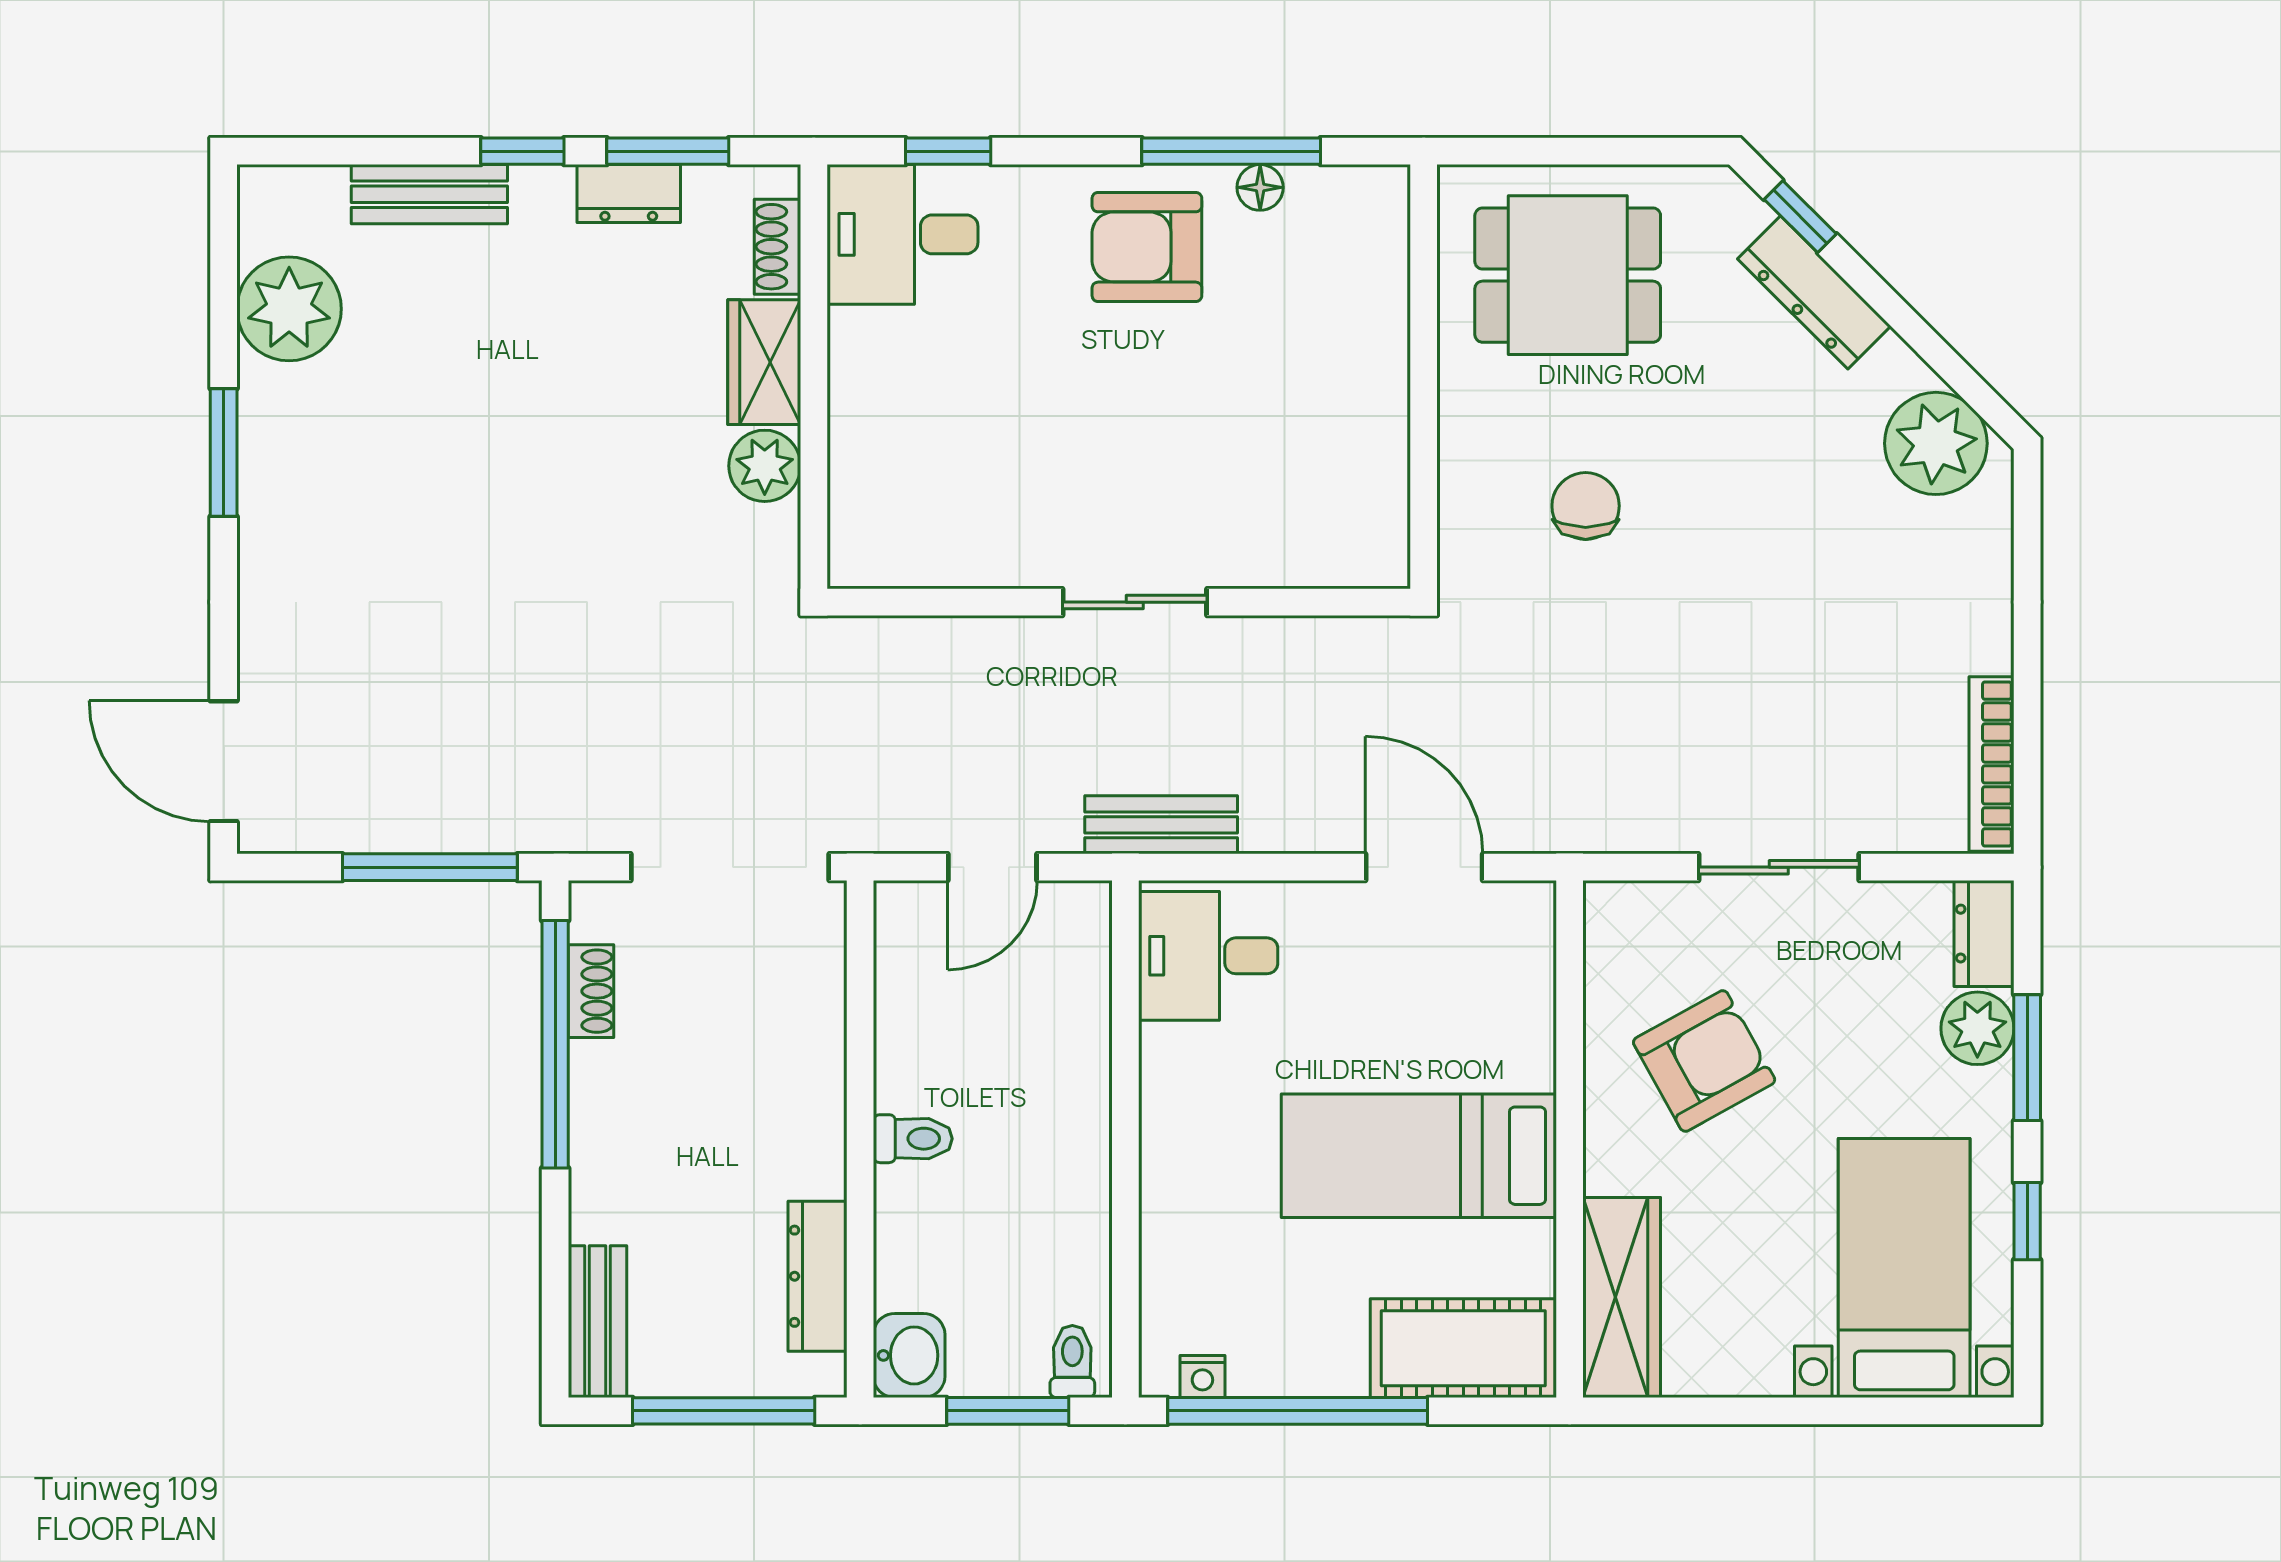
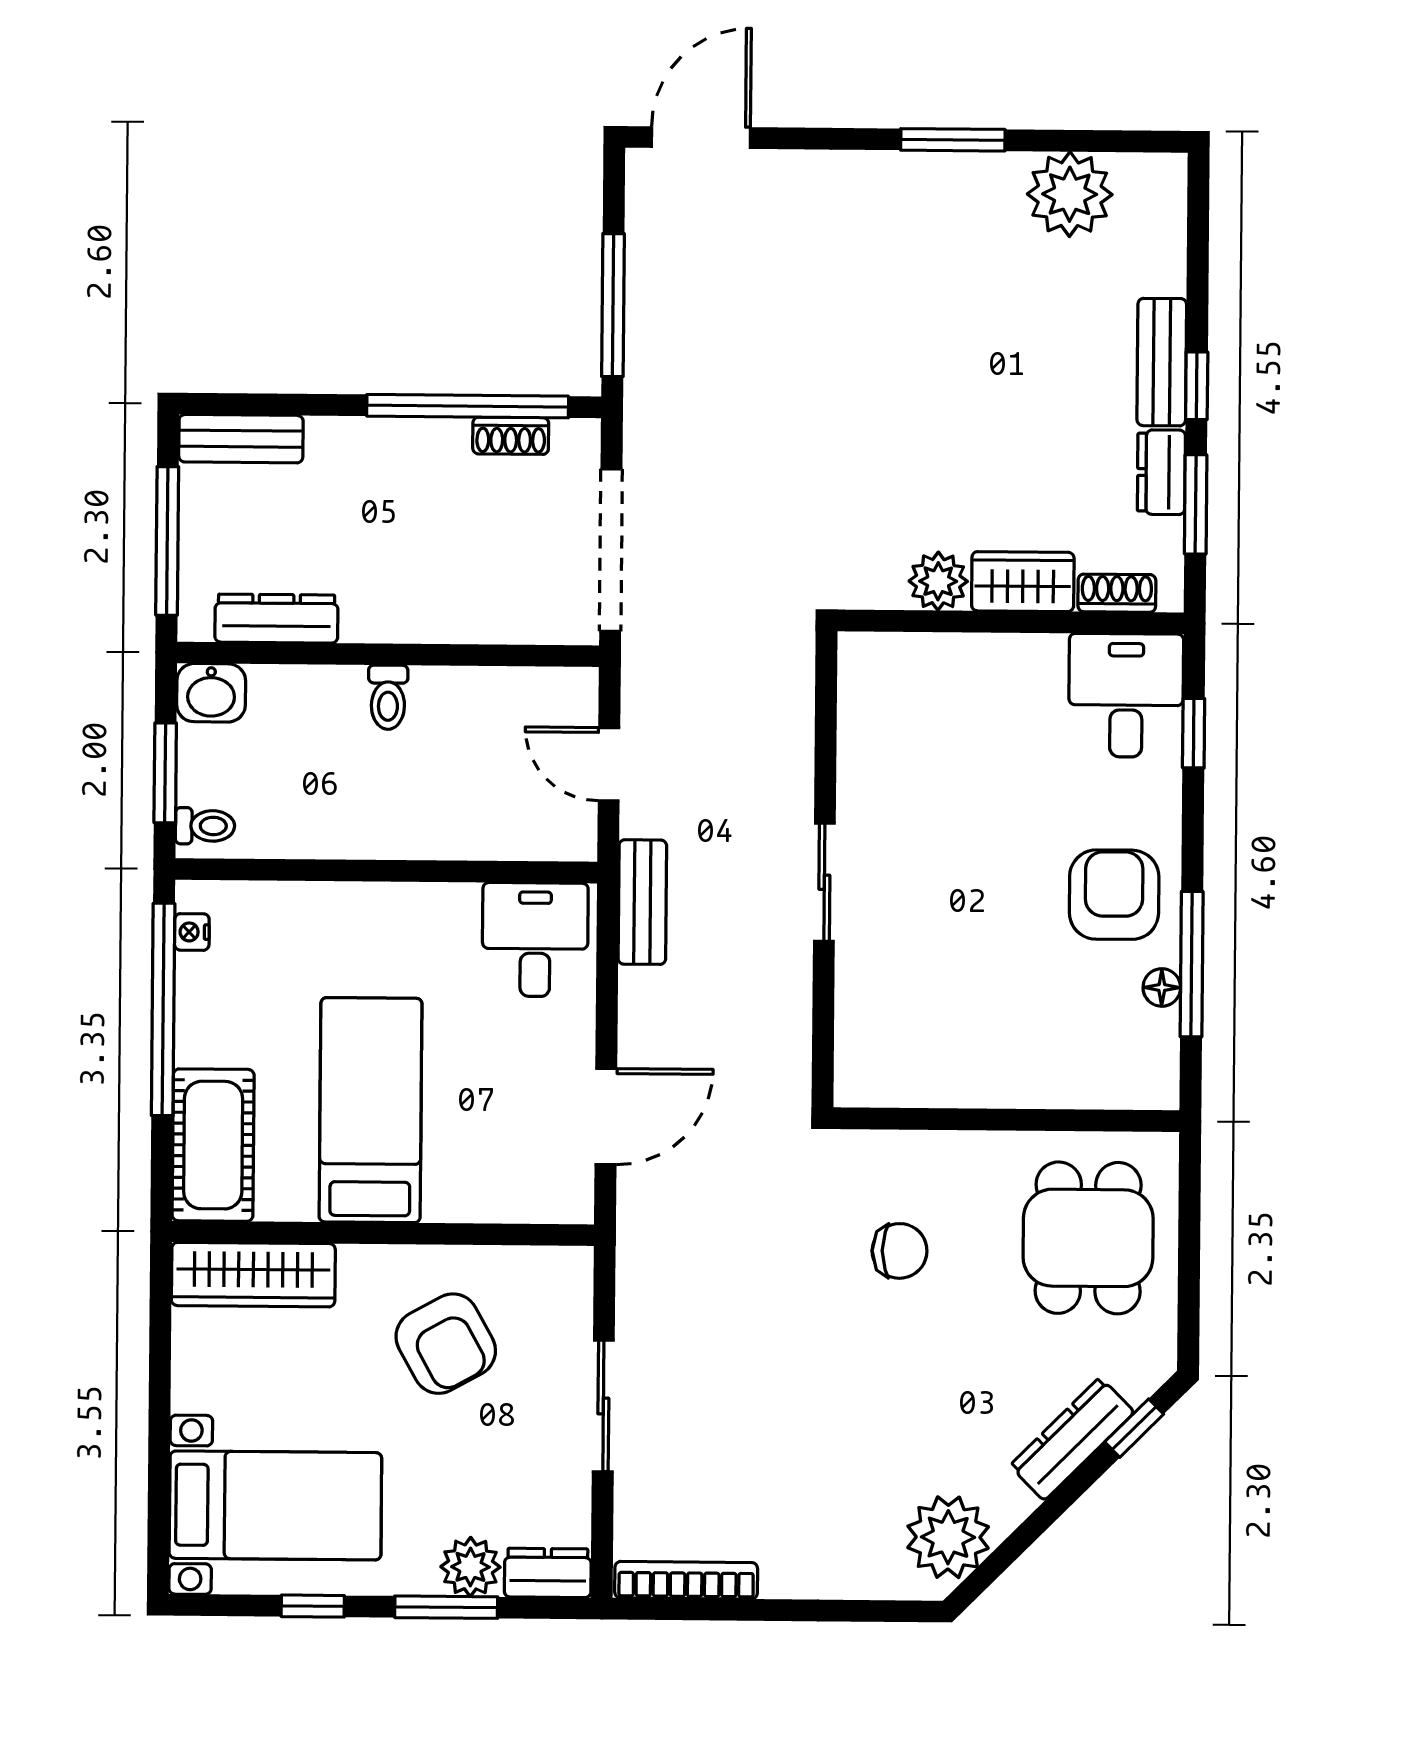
bench: (429, 194) -> (1162, 362), moved

